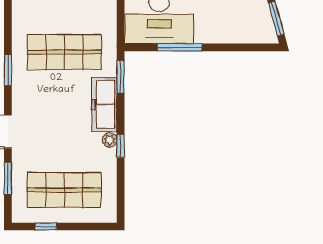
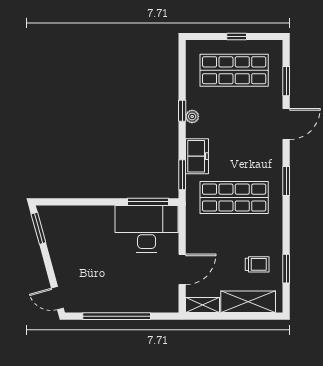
window: (180, 47) -> (148, 202), moved
freezer: (104, 104) -> (197, 156), width x0.71
window: (46, 226) -> (237, 37), moved

